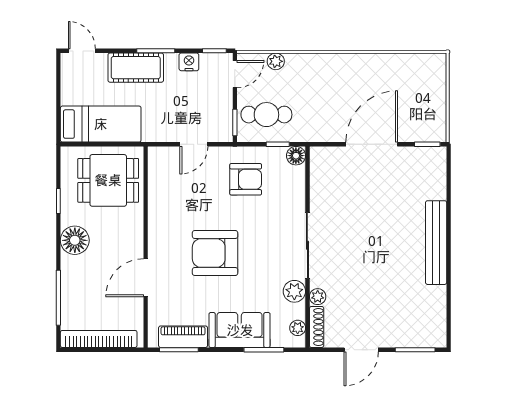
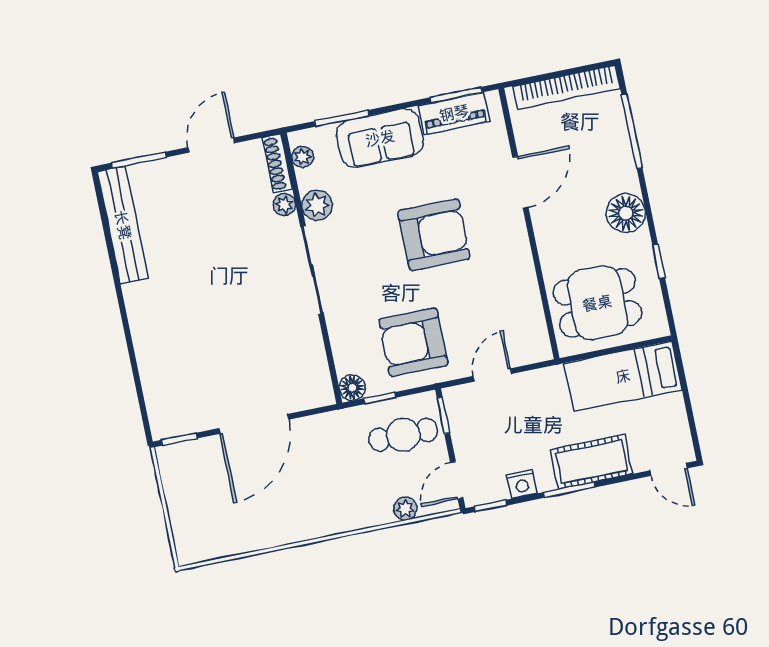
armchair: (246, 179) -> (413, 342), width x1.36, depth x1.36
bench: (436, 243) -> (123, 225), moved

